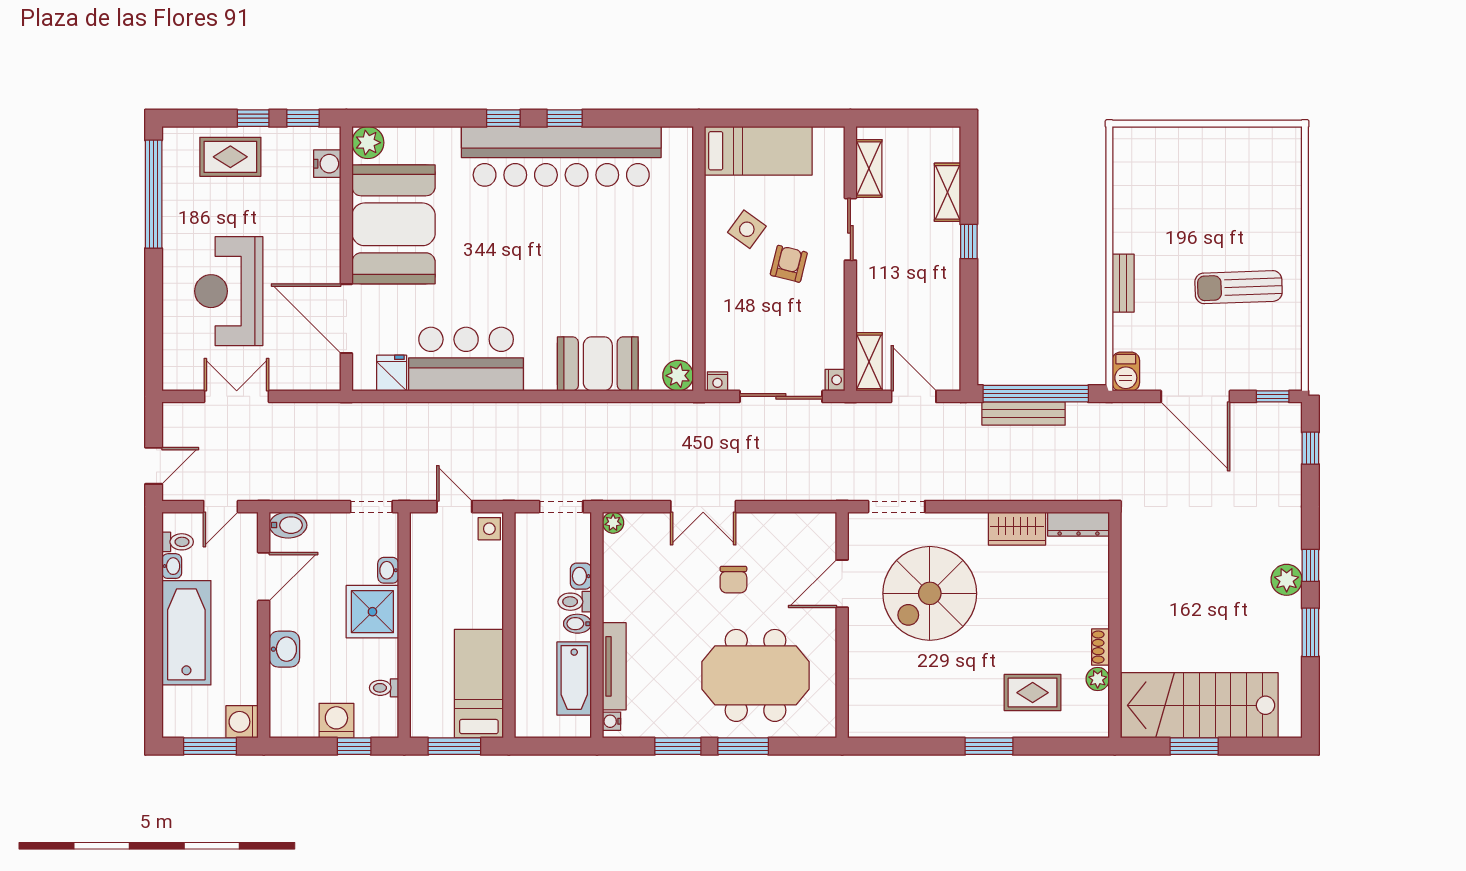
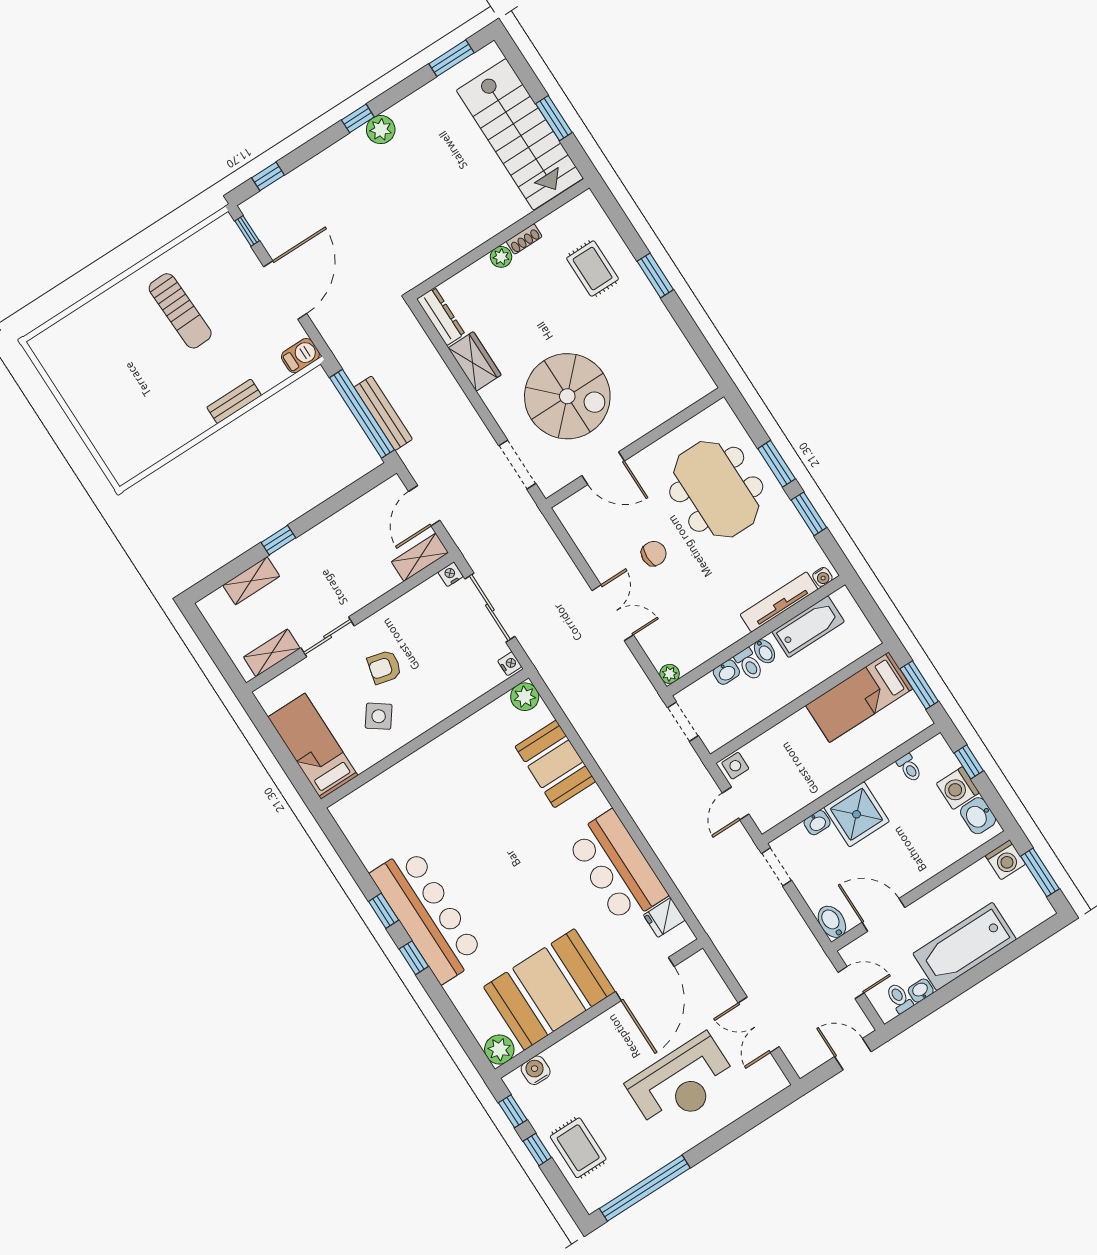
bar counter: (561, 156) -> (428, 915), width x0.73
window: (1310, 632) -> (451, 58), moved
washbasin: (284, 649) -> (978, 816), moved, turned -90
plant: (1098, 679) -> (501, 257), moved

